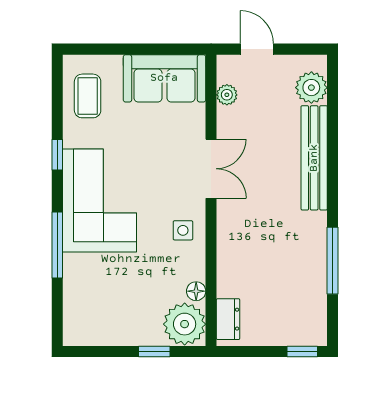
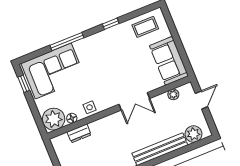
corner sofa: (100, 201) -> (53, 71), moved
side table: (183, 230) -> (90, 107), moved
dresser: (228, 319) -> (79, 133), moved
window: (154, 351) -> (24, 84), moved

